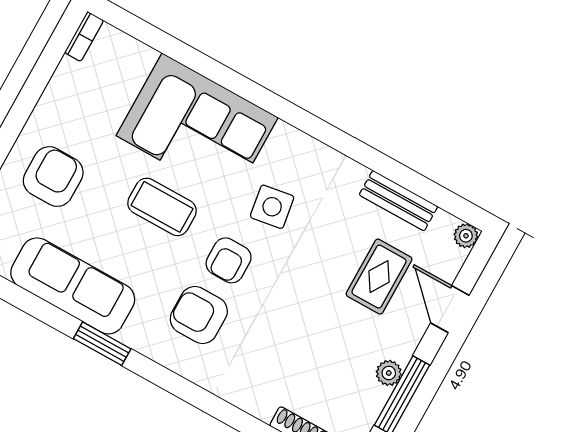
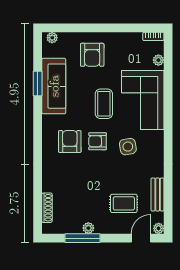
plant: (136, 52) -> (158, 60), added
armchair: (53, 177) -> (92, 55), turned 90
door: (450, 309) -> (141, 238), moved
window: (102, 344) -> (38, 84), moved

